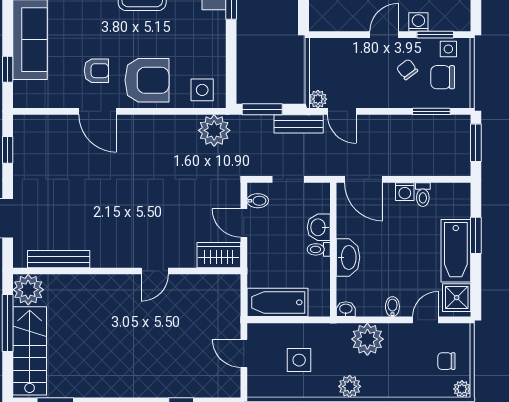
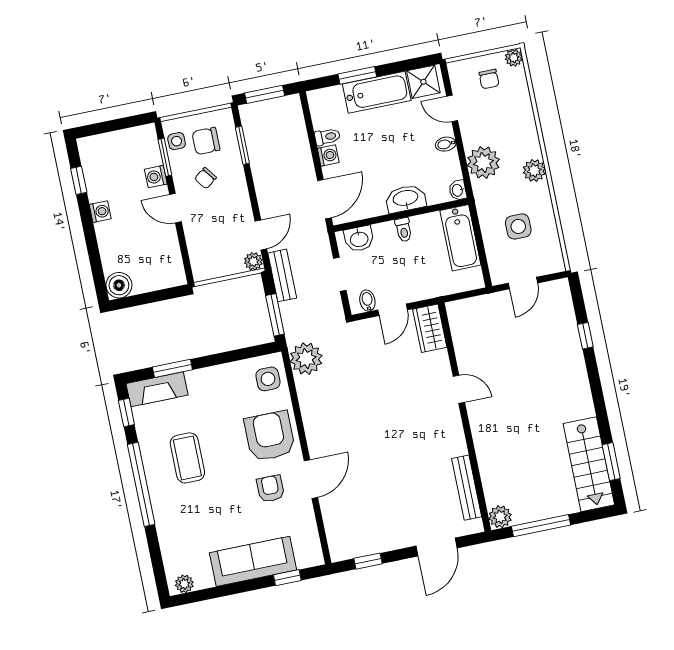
chair: (443, 77) -> (206, 141), turned 90
washbasin: (319, 227) -> (359, 239), moved
plant: (28, 290) -> (500, 517), width x0.73, depth x0.73
bathtub: (277, 302) -> (460, 238), moved
stairs: (30, 351) -> (589, 464), moved, turned -90

